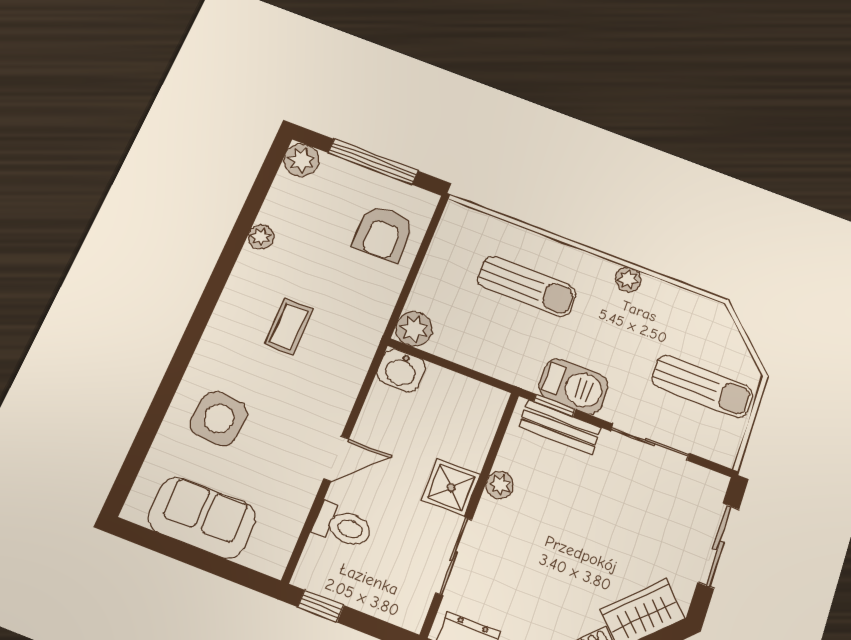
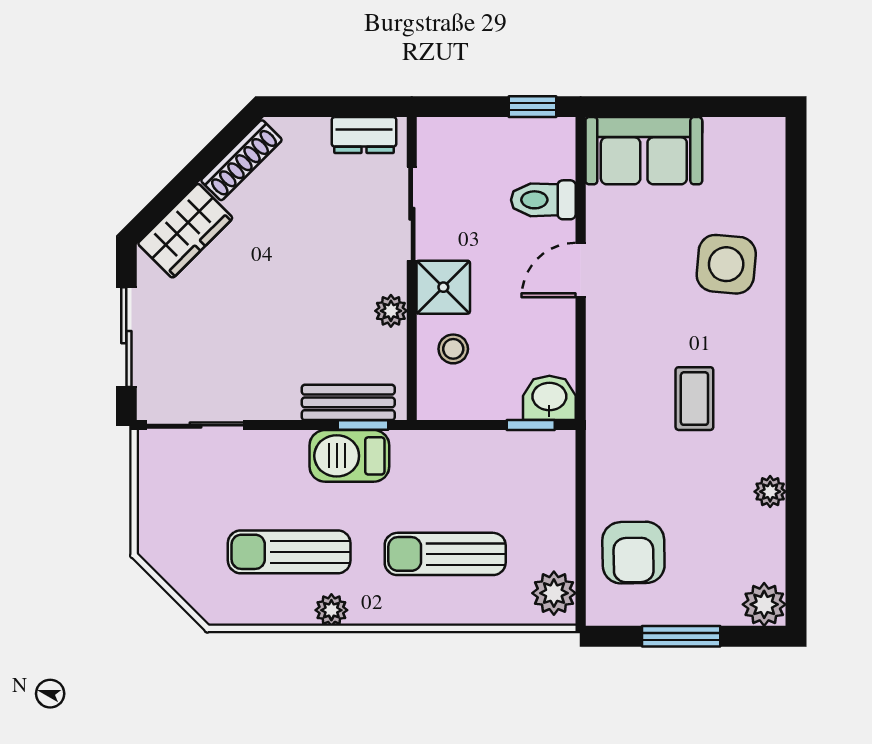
window: (373, 162) -> (681, 636), width x0.69
armchair: (384, 233) -> (633, 553), turned 180
plant: (414, 329) -> (554, 593), moved
window: (424, 355) -> (531, 425), added
sun lounger: (702, 386) -> (289, 552), moved
stool: (462, 436) -> (453, 349), added
sliding door: (650, 442) -> (195, 425), moved
sofa: (202, 518) -> (644, 151), moved

